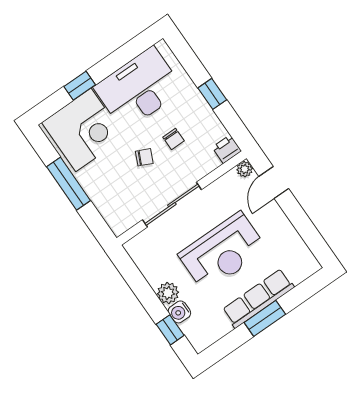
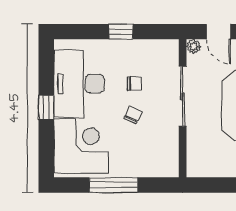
window: (80, 86) -> (46, 108), moved
printer: (227, 149) -> (170, 49), removed
sliding door: (172, 205) -> (183, 96), moved

